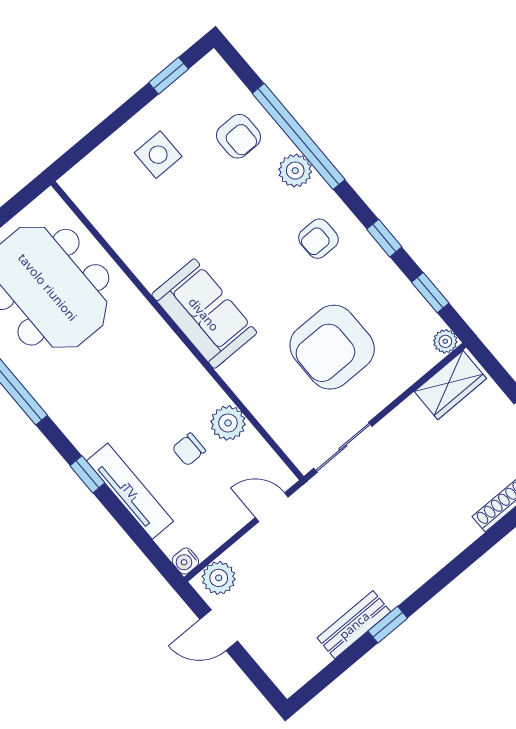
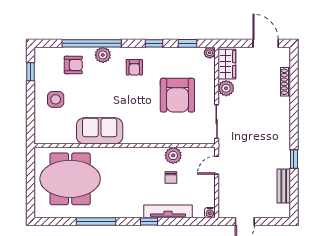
sofa: (204, 314) -> (100, 131), moved
plant: (219, 578) -> (226, 88), moved
bench: (354, 625) -> (284, 186), moved

